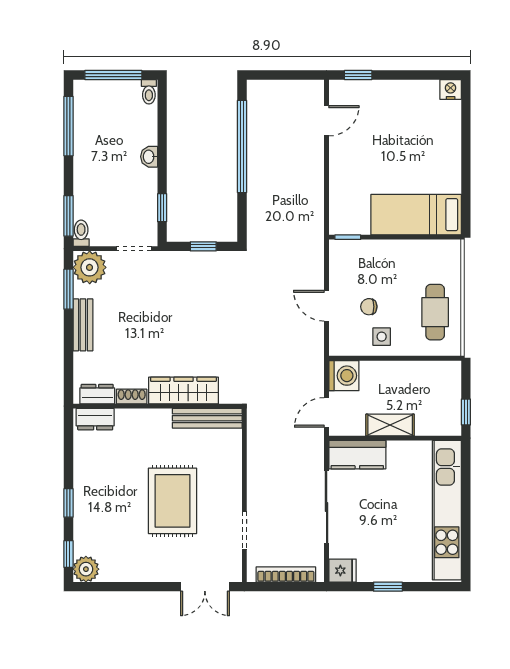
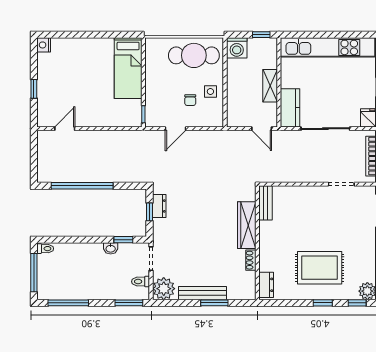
window: (358, 75) -> (34, 89), moved
door: (327, 121) -> (65, 129), hinge flipped
washbasin: (149, 157) -> (111, 248), moved
toilet: (81, 233) -> (141, 282), moved
window: (68, 289) -> (214, 303), moved
door: (327, 306) -> (176, 129), moved
cafe table: (435, 312) -> (194, 55), width x1.37, depth x1.35
bench: (83, 325) -> (202, 293), width x1.36
washing machine: (344, 376) -> (237, 48), moved, turned 180
dresser: (97, 394) -> (159, 206), moved, turned 180
bench: (207, 418) -> (266, 203), width x0.73
rug: (173, 501) -> (320, 268), moved

